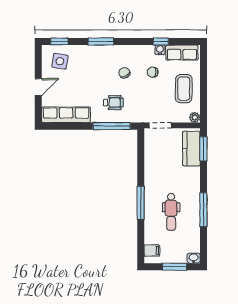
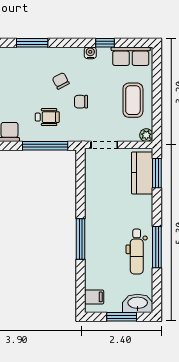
water cooler: (160, 50) -> (90, 53), moved
chair: (153, 72) -> (81, 102), moved
dental chair: (171, 212) -> (137, 252), moved
washbasin: (194, 258) -> (138, 303), width x1.91, depth x1.45

